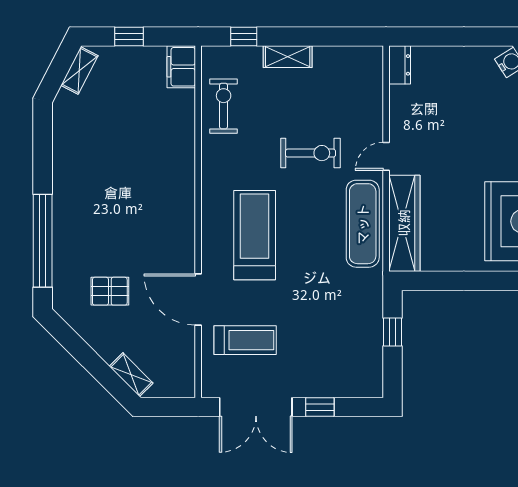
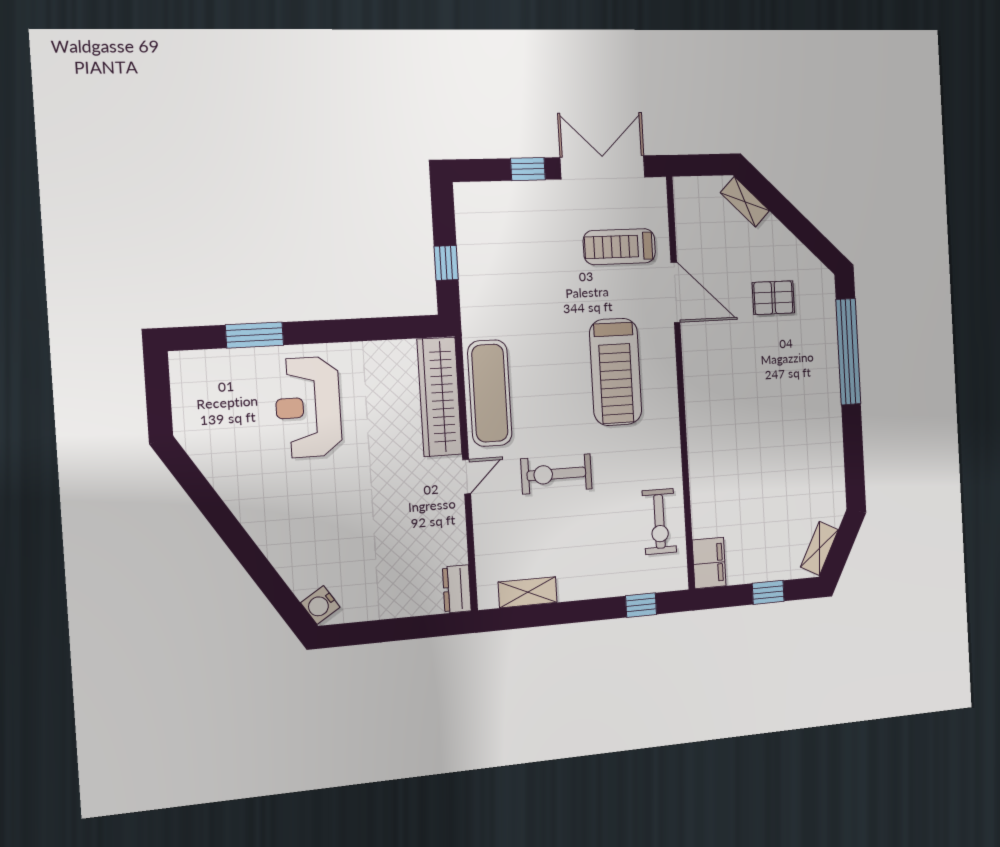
shelving: (288, 57) -> (528, 592), moved

